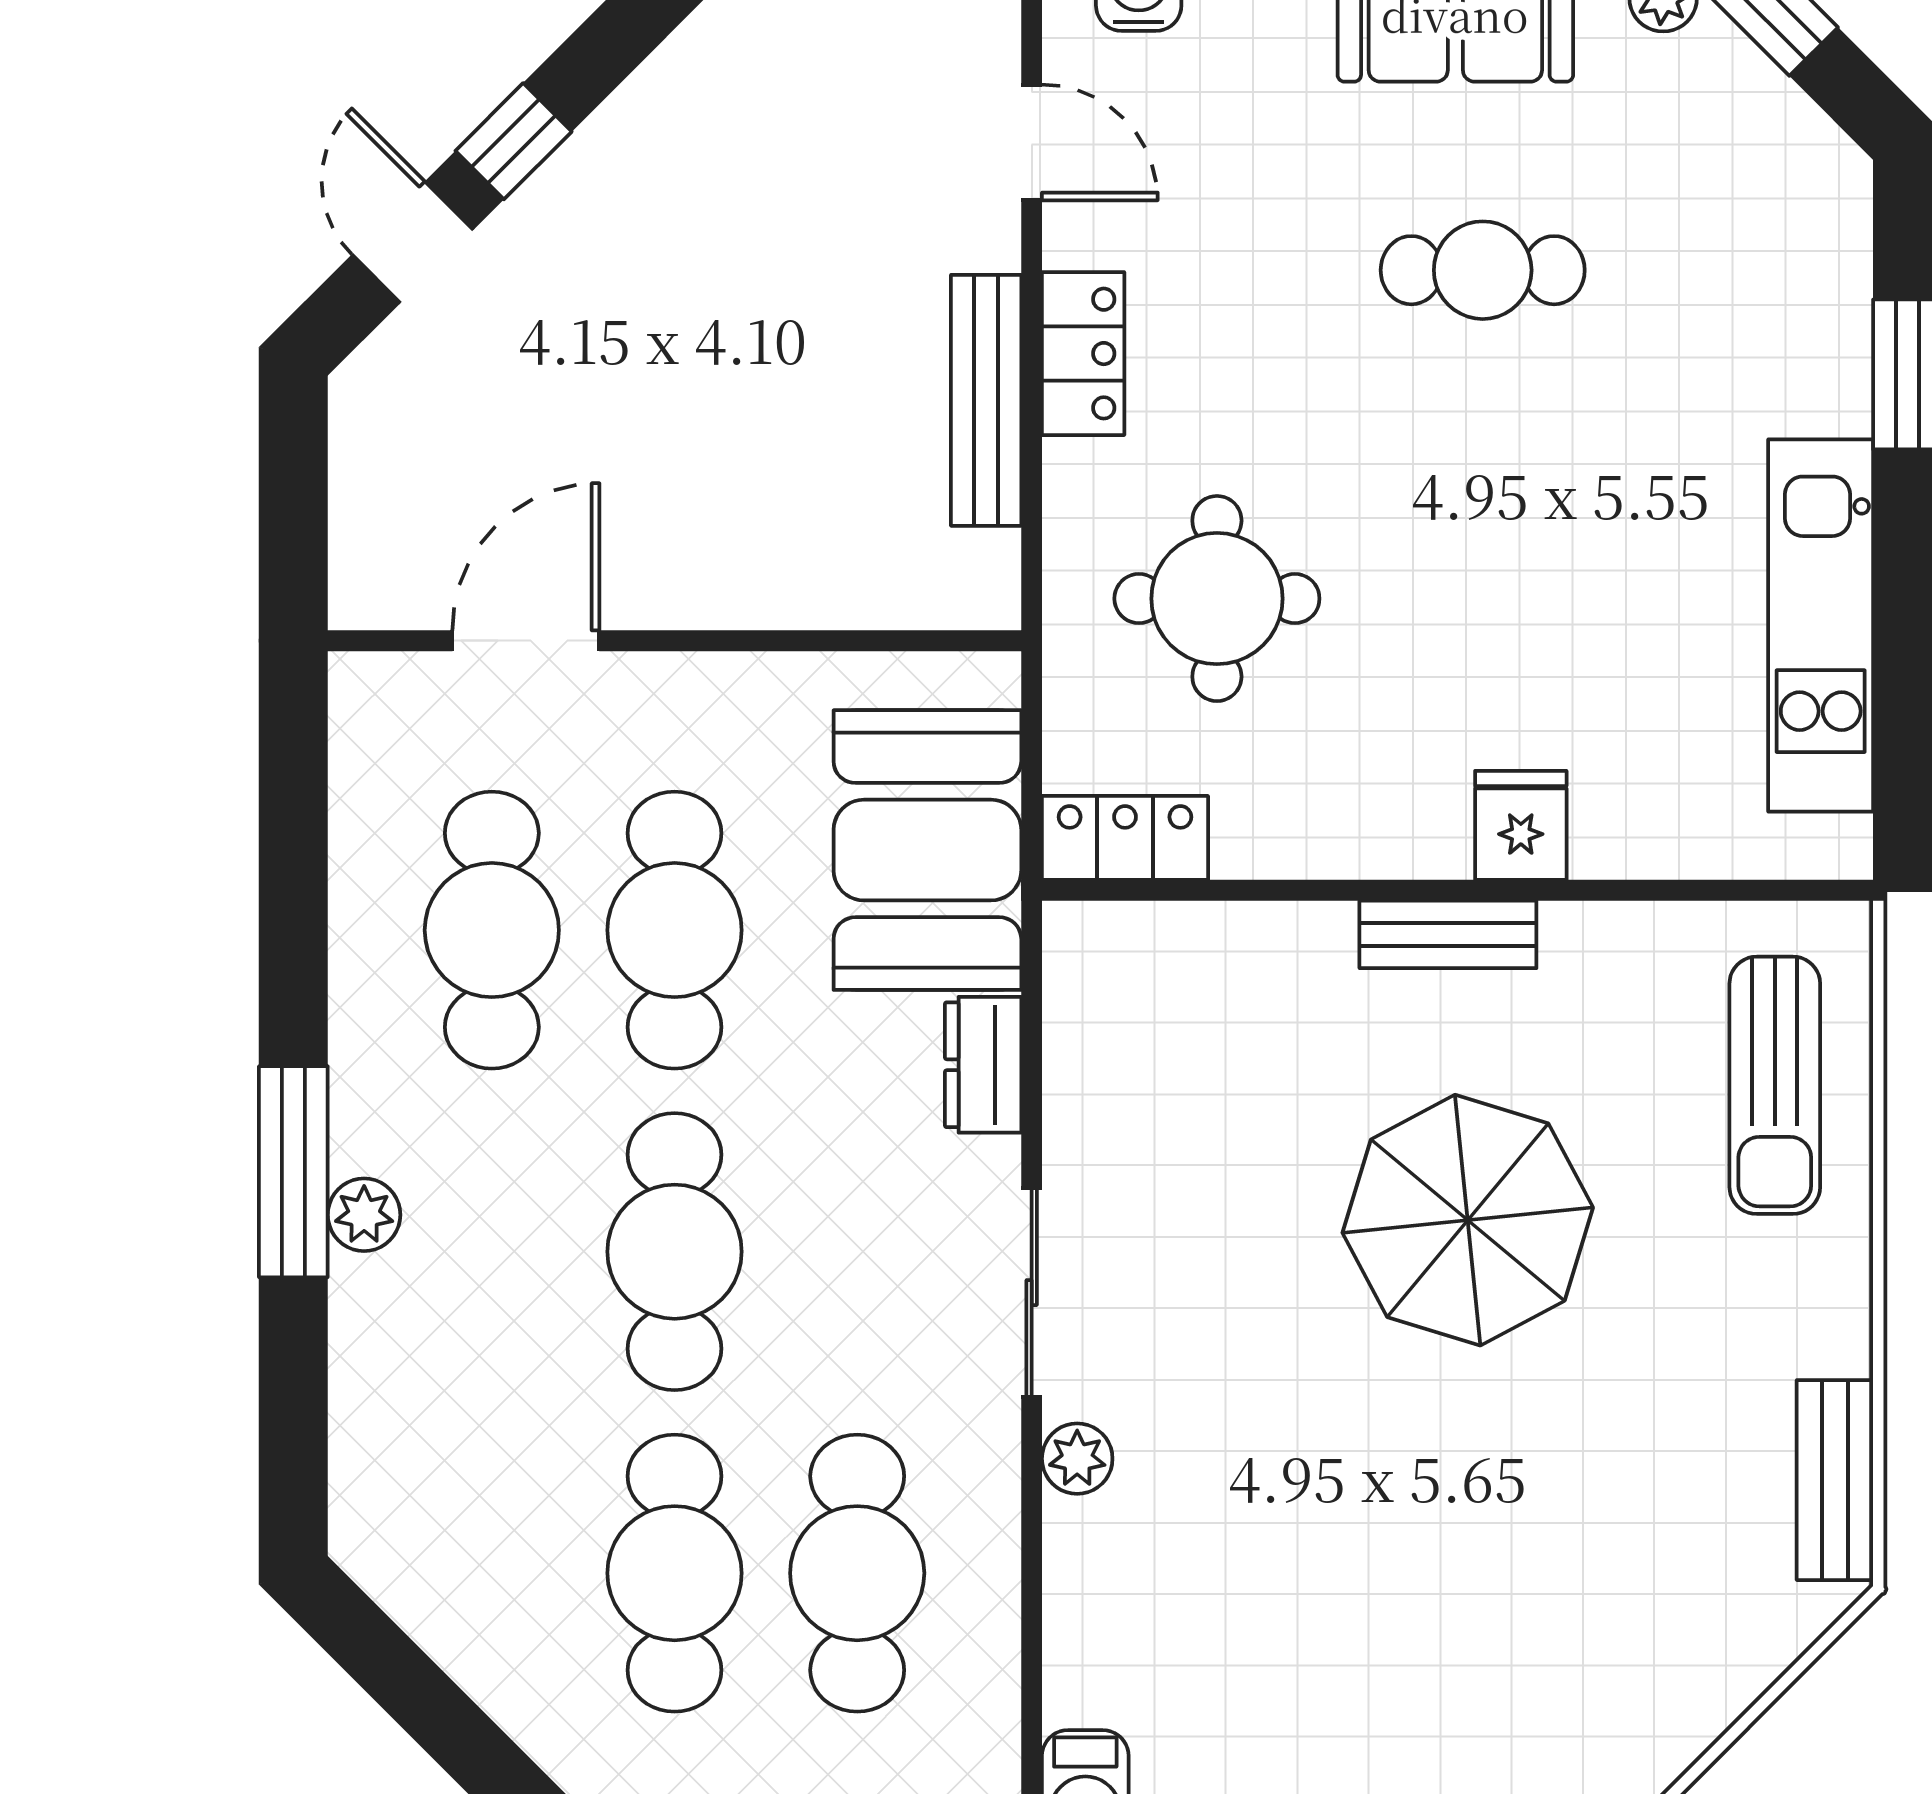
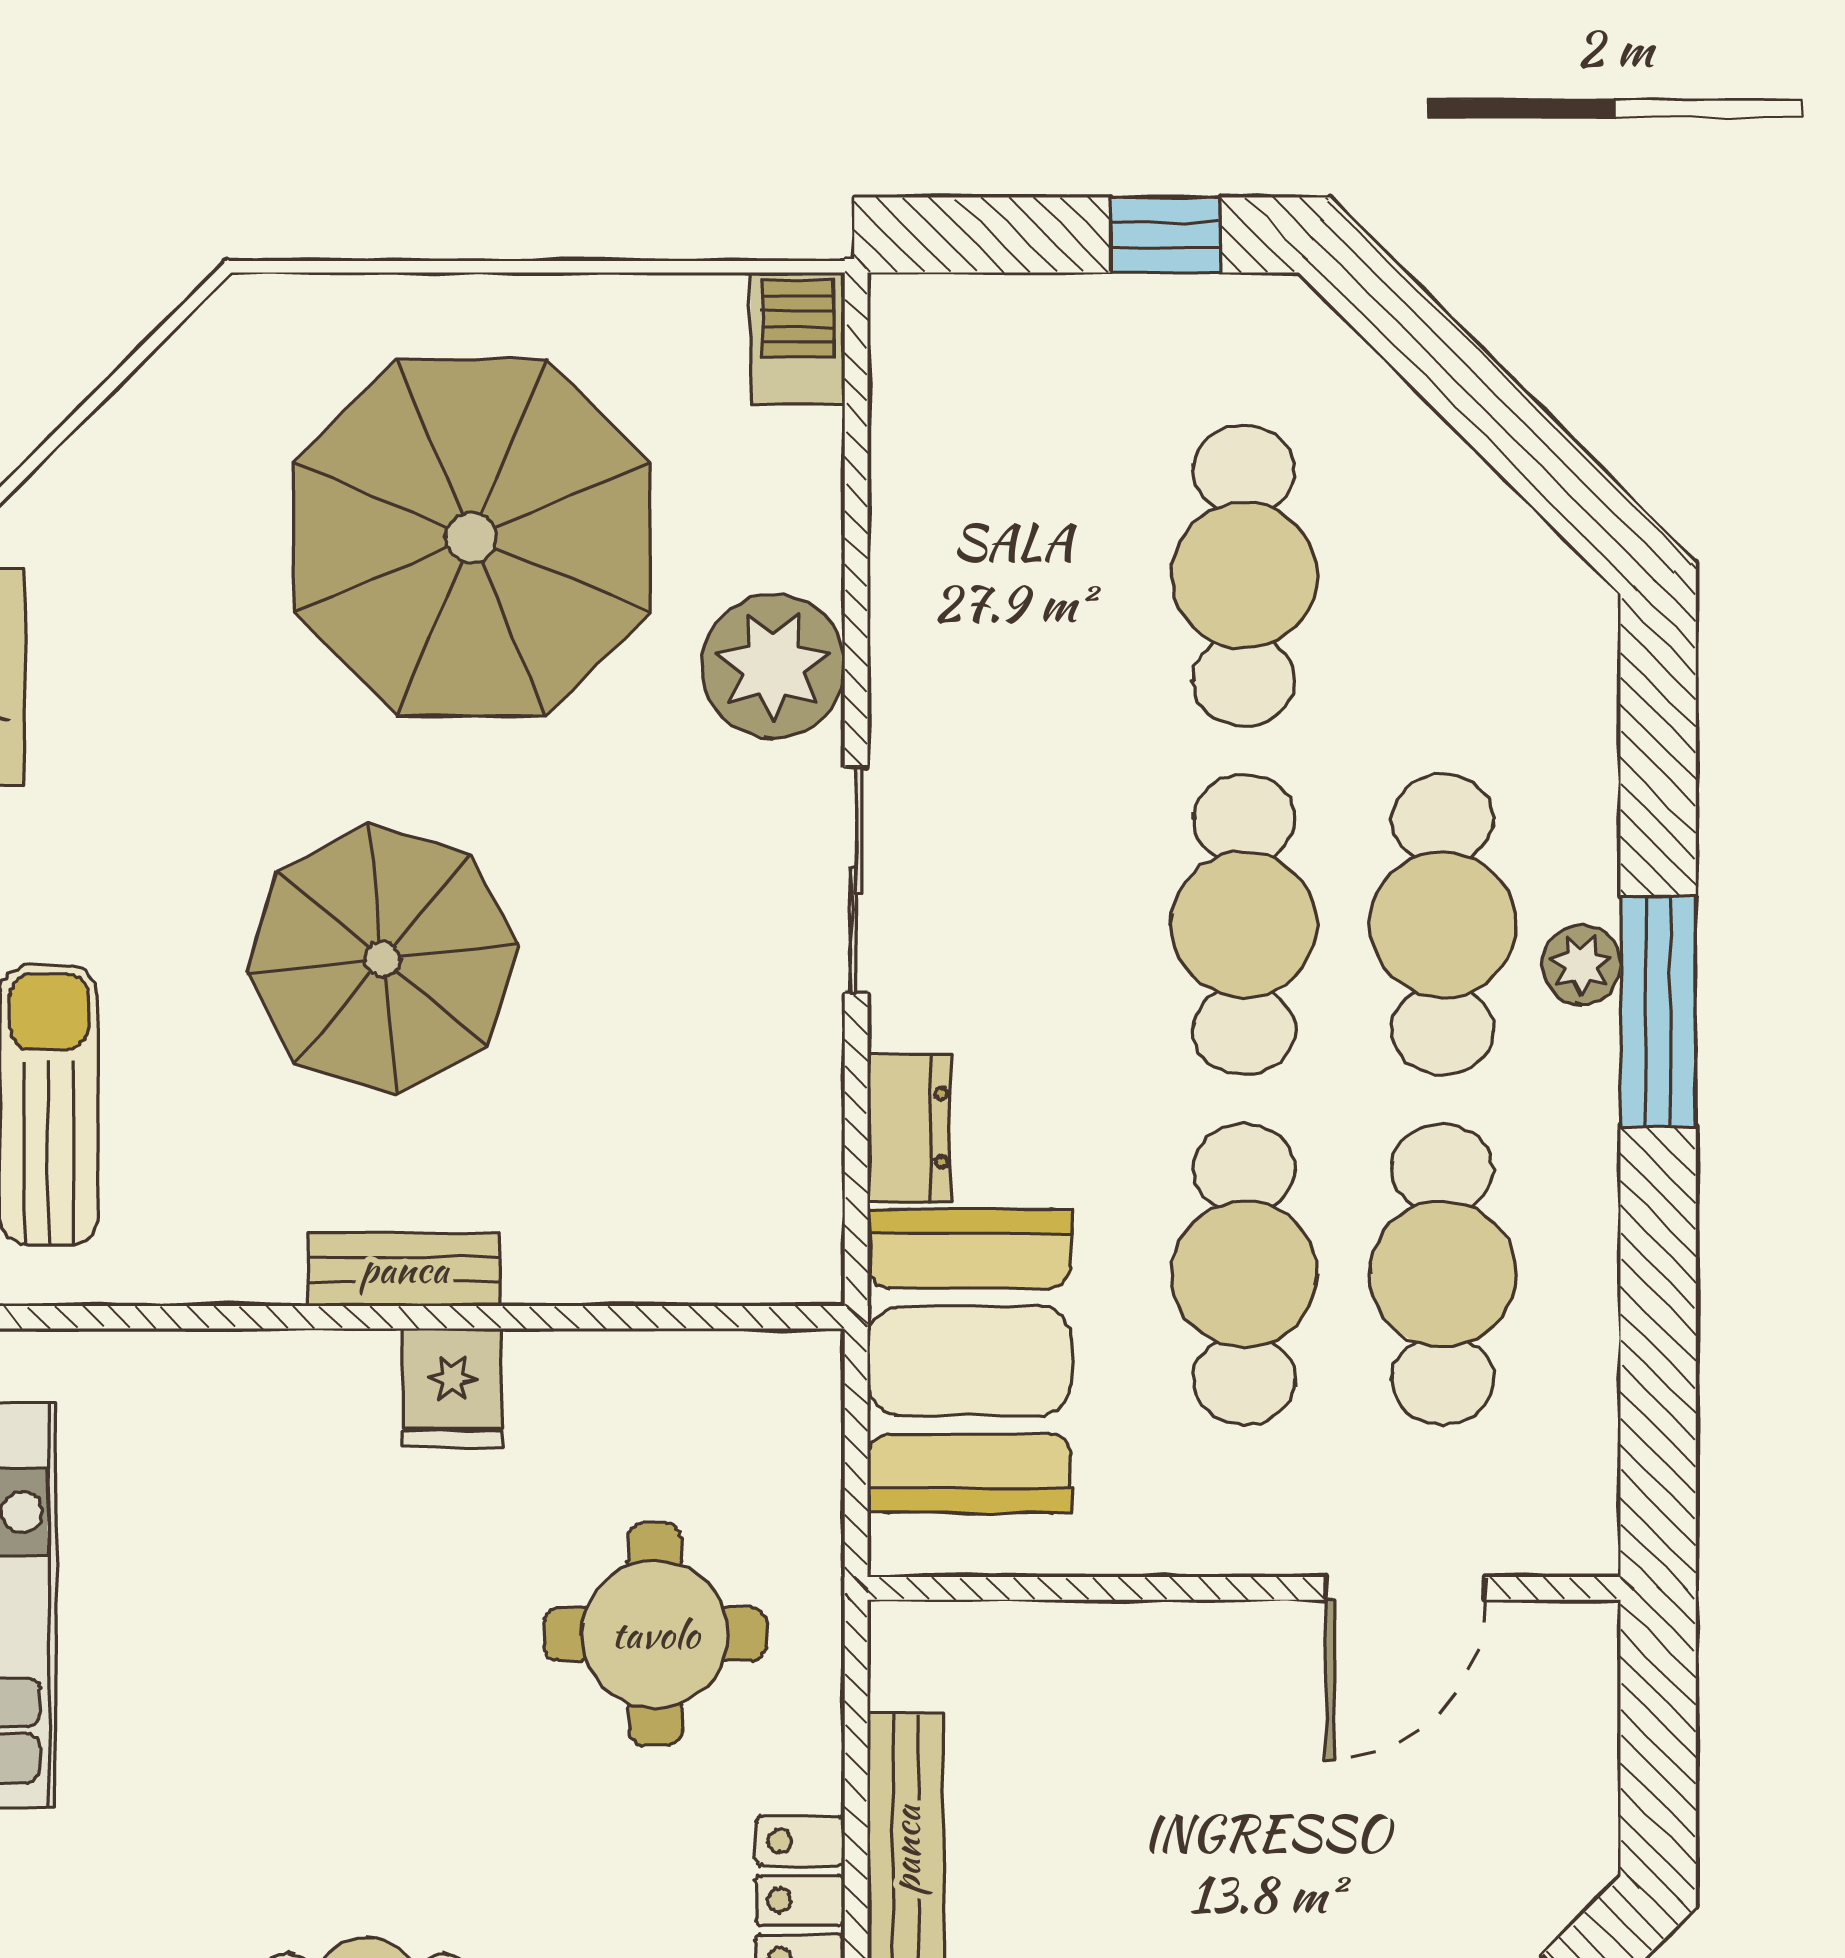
fridge: (1521, 825) -> (452, 1388), moved
locker: (1125, 838) -> (755, 1374), removed
plant: (1077, 1459) -> (773, 666), width x1.88, depth x1.88
cafe table: (857, 1573) -> (1443, 925), moved
parasol: (1386, 1608) -> (471, 537), added

